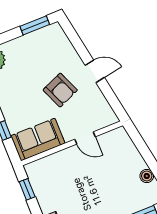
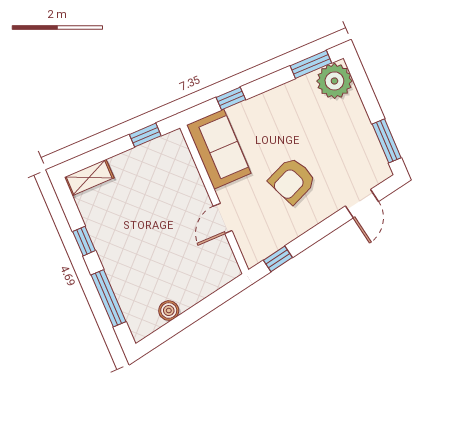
door: (95, 71) -> (362, 204), moved
window: (113, 101) -> (278, 259), added

